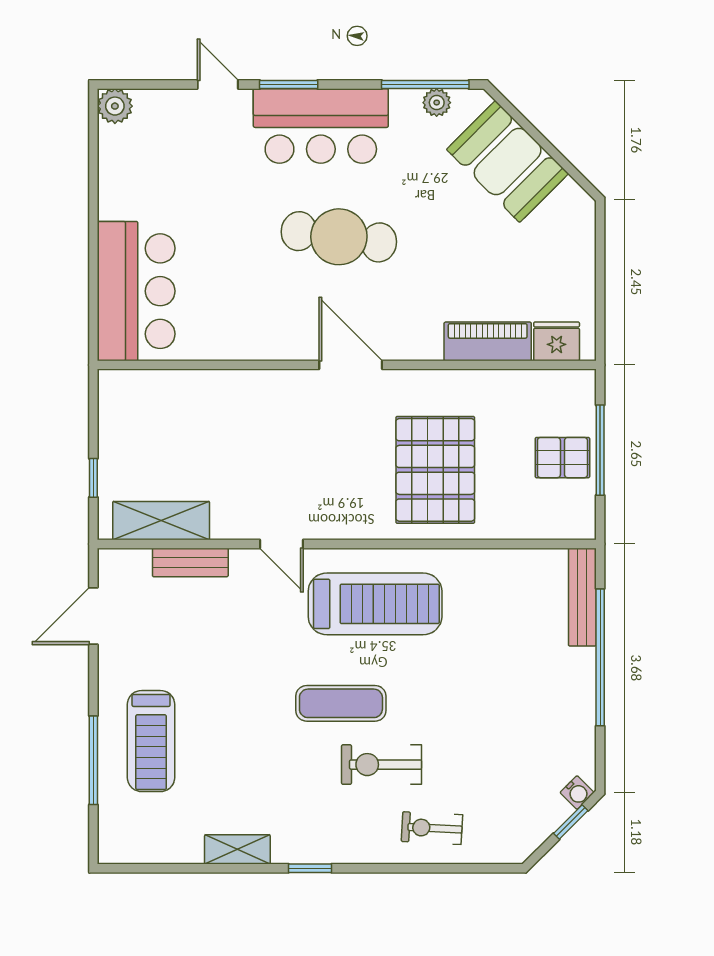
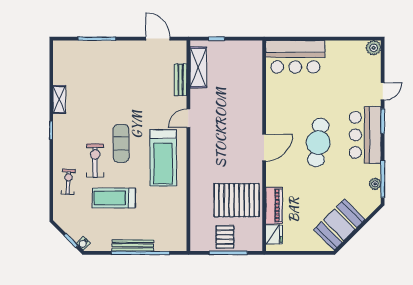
booth: (508, 162) -> (339, 225), moved
pallet: (435, 470) -> (237, 200), moved
bench: (582, 597) -> (133, 245), moved
treadmill: (151, 741) -> (114, 198), moved

